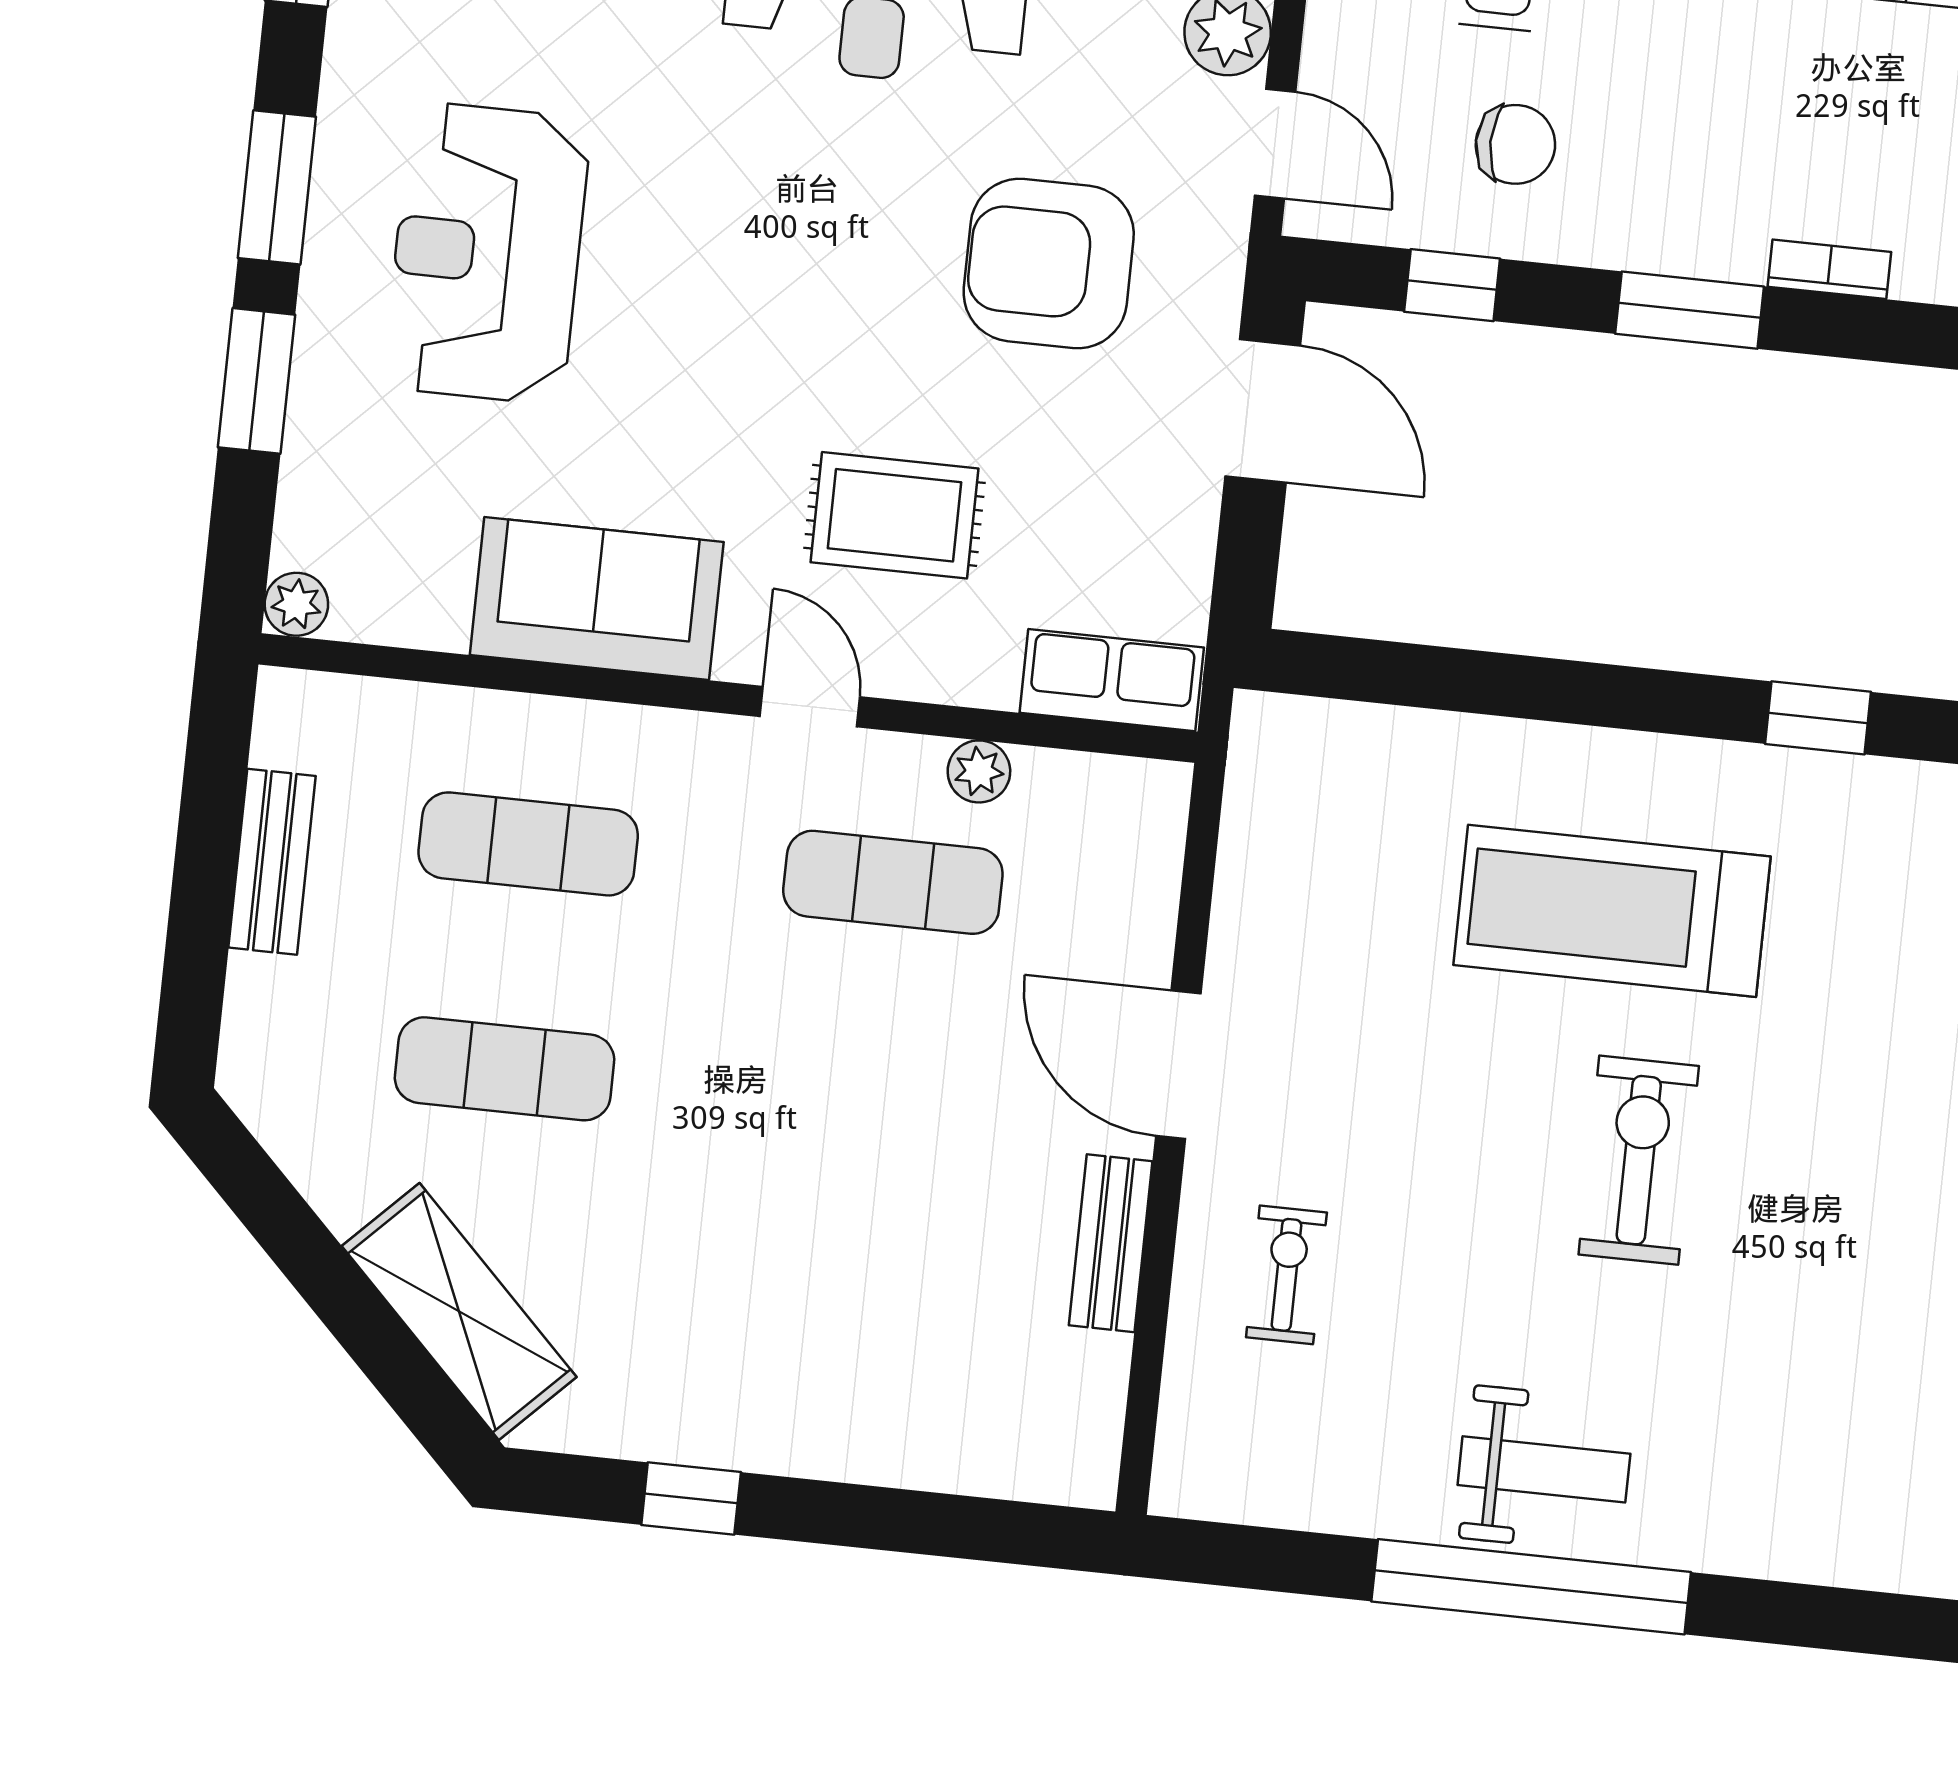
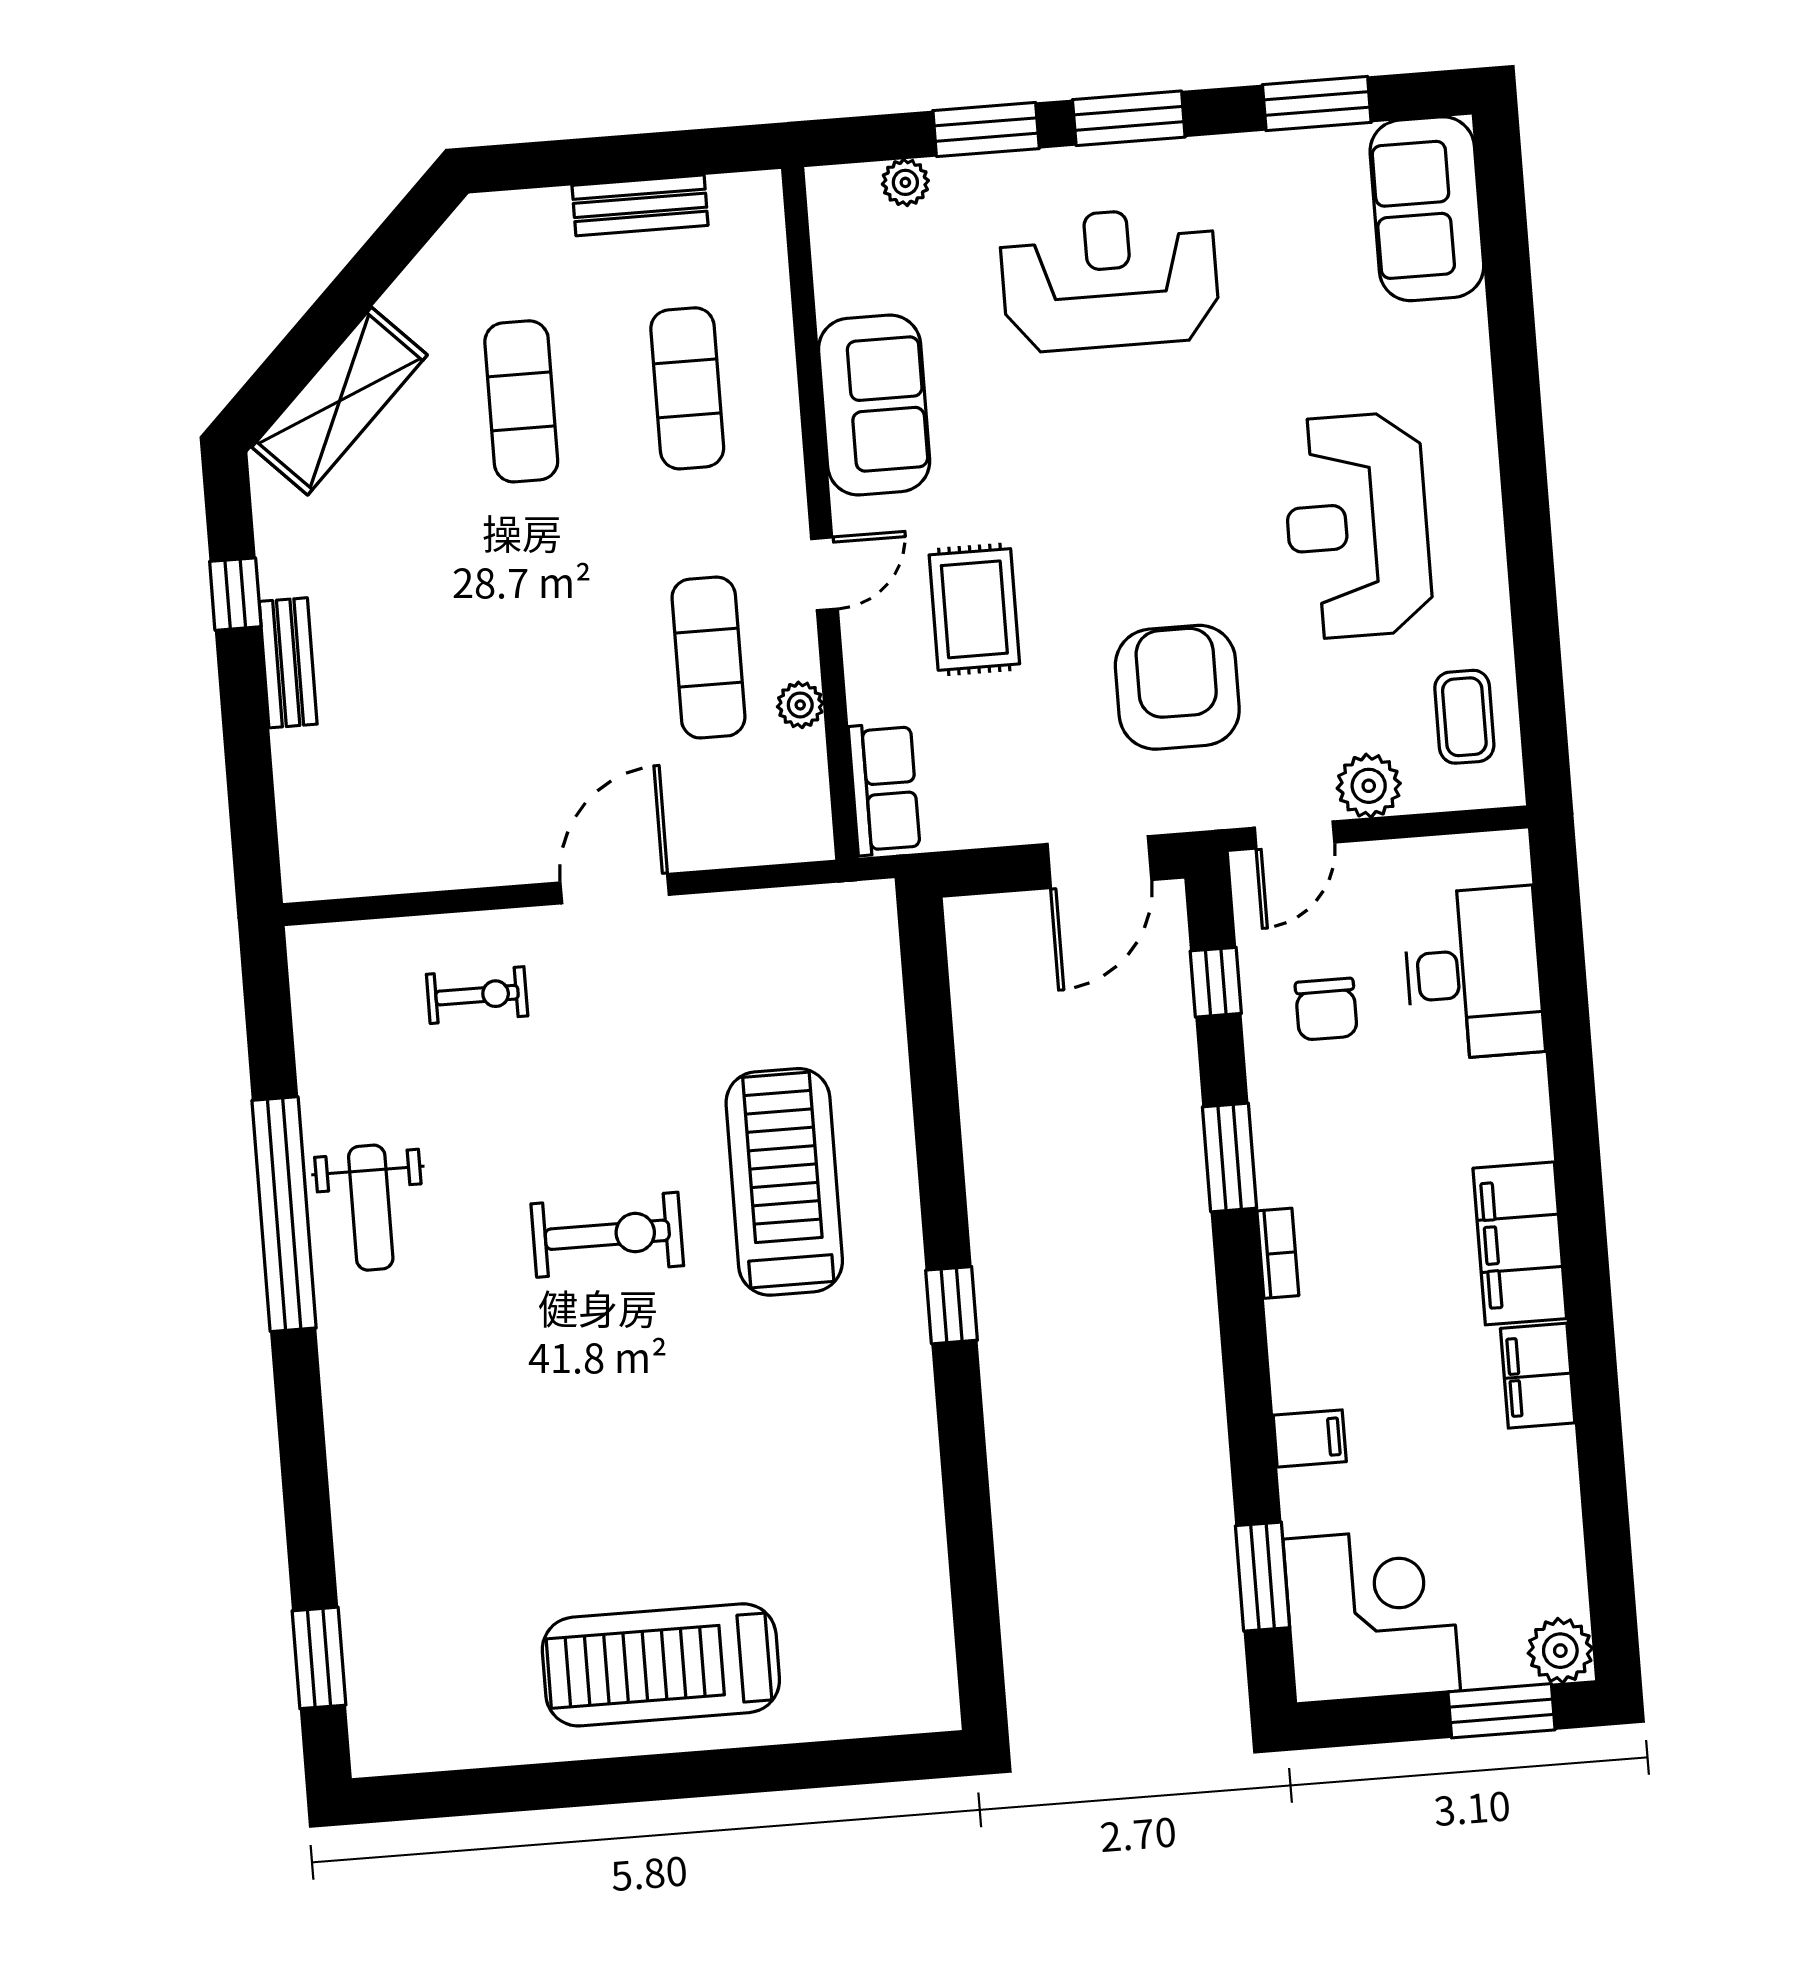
plant: (296, 604) -> (905, 182), moved
bench: (1111, 1243) -> (288, 663), moved, turned 90

